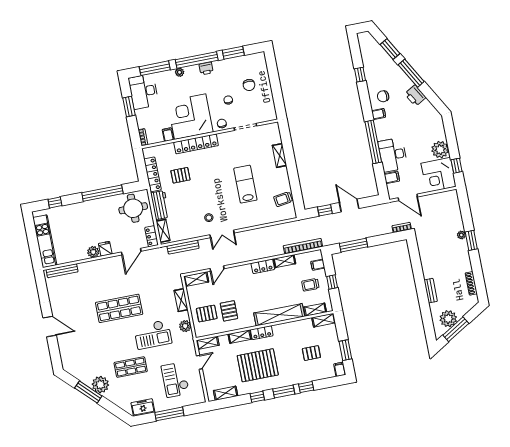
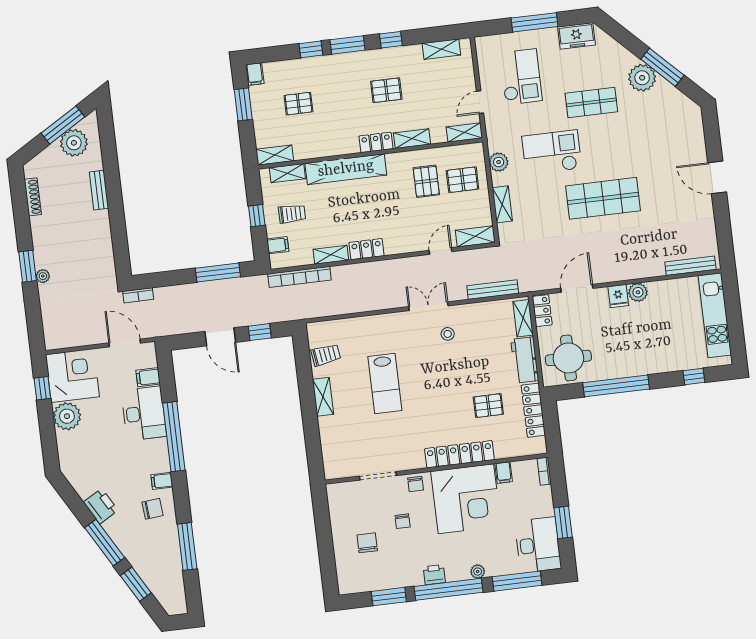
window: (360, 75) -> (187, 546), width x2.17
shelving: (279, 155) -> (323, 397), moved
pallet: (258, 365) -> (386, 90), width x0.49, depth x0.50

